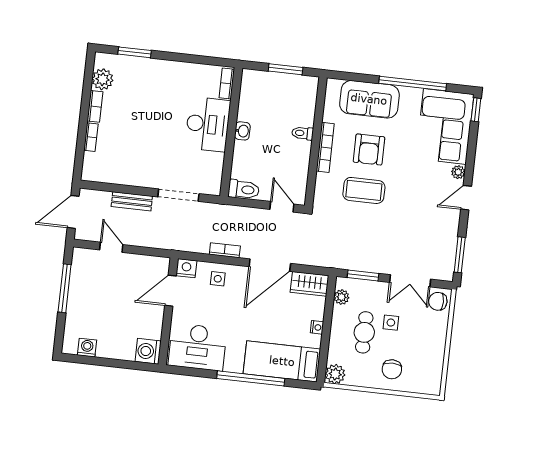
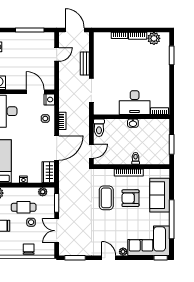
door: (270, 265) -> (57, 148), swing flipped
chair: (438, 301) -> (29, 249), moved

